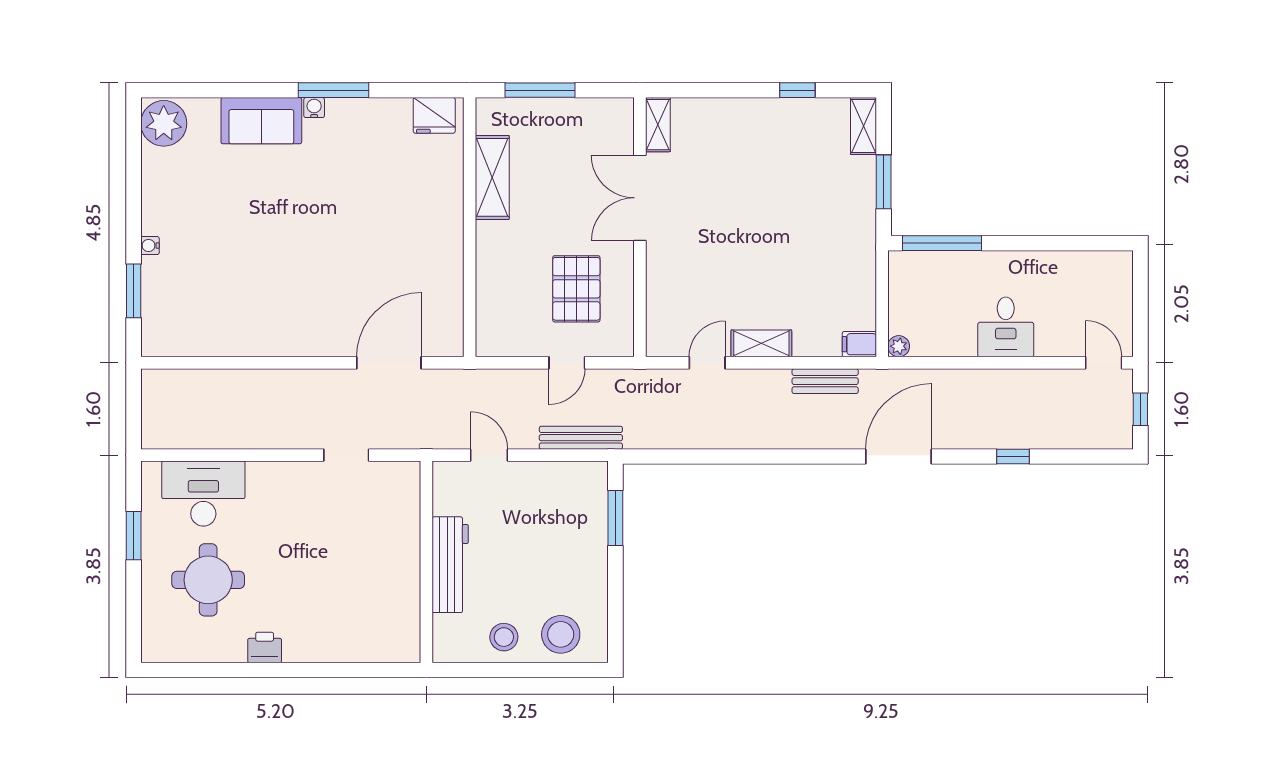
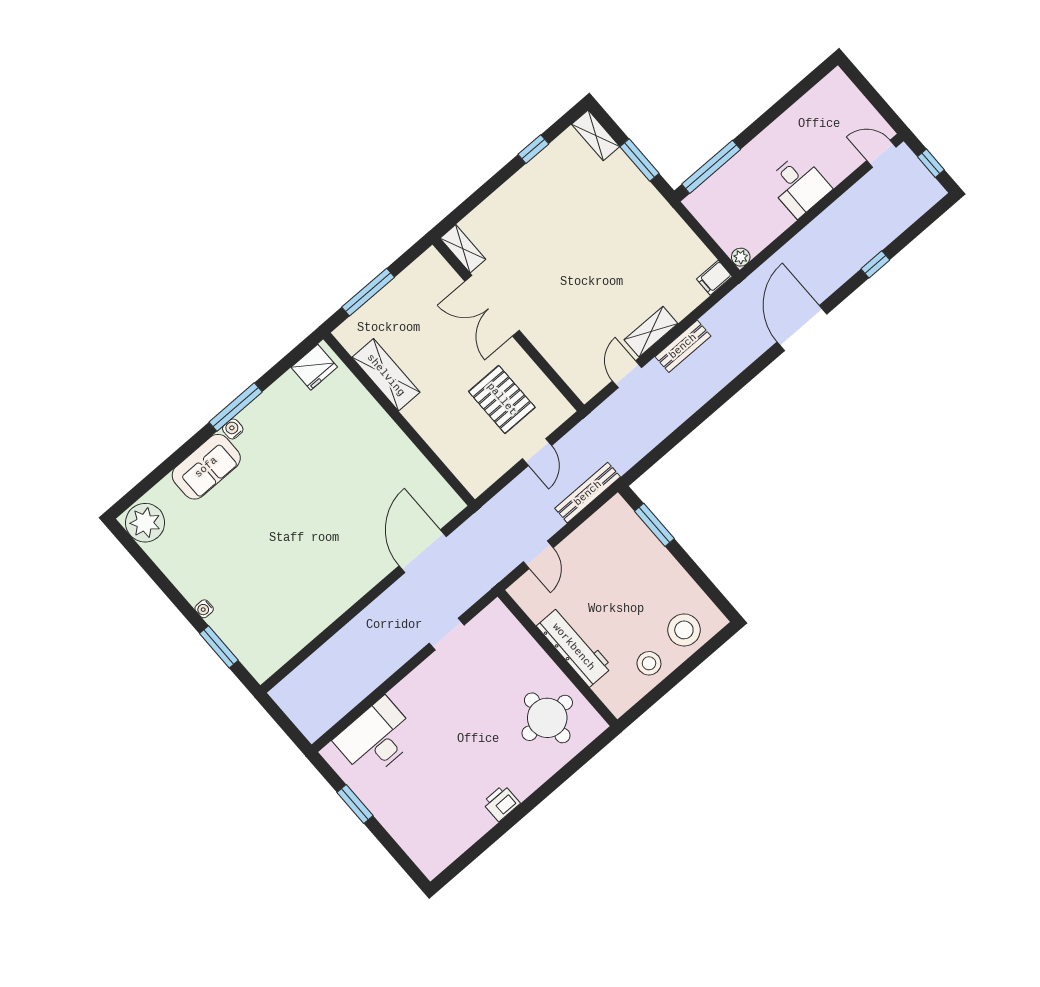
bench: (825, 381) -> (683, 346), moved
door: (489, 455) -> (538, 555), swing flipped
round table: (208, 580) -> (547, 718), moved

